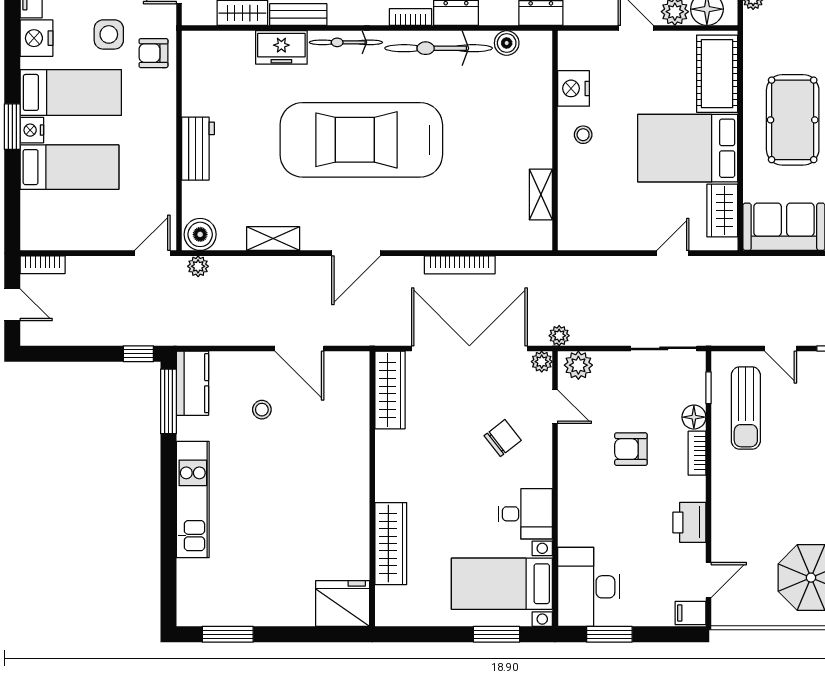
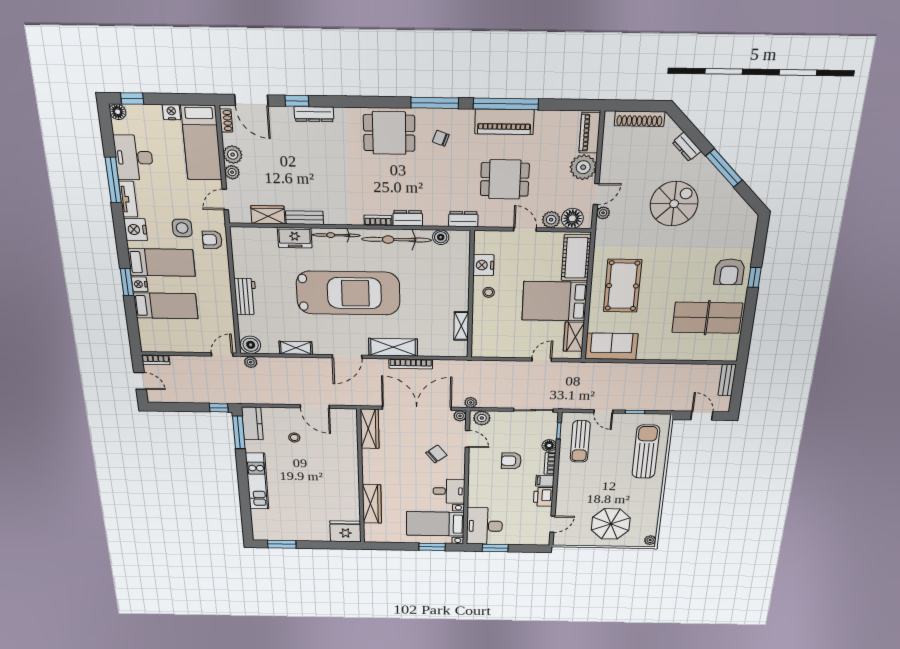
car: (361, 140) -> (348, 293), turned 180
shelving: (431, 235) -> (393, 347), added
filing cabinet: (690, 613) -> (545, 481), moved

